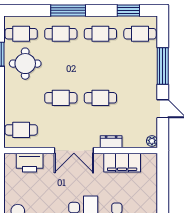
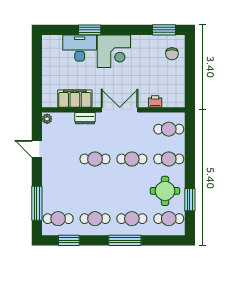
window: (163, 66) -> (37, 203), moved
cafe table: (21, 98) -> (169, 159), added
printer: (30, 163) -> (155, 101), width x0.53, depth x0.68

